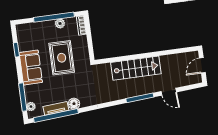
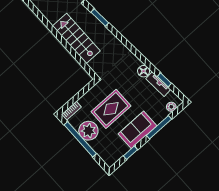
plant: (60, 23) -> (88, 131), width x1.87, depth x1.87
window: (23, 97) -> (159, 127), moved
window: (140, 98) -> (100, 18), width x0.69
window: (56, 115) -> (164, 80), width x0.32

